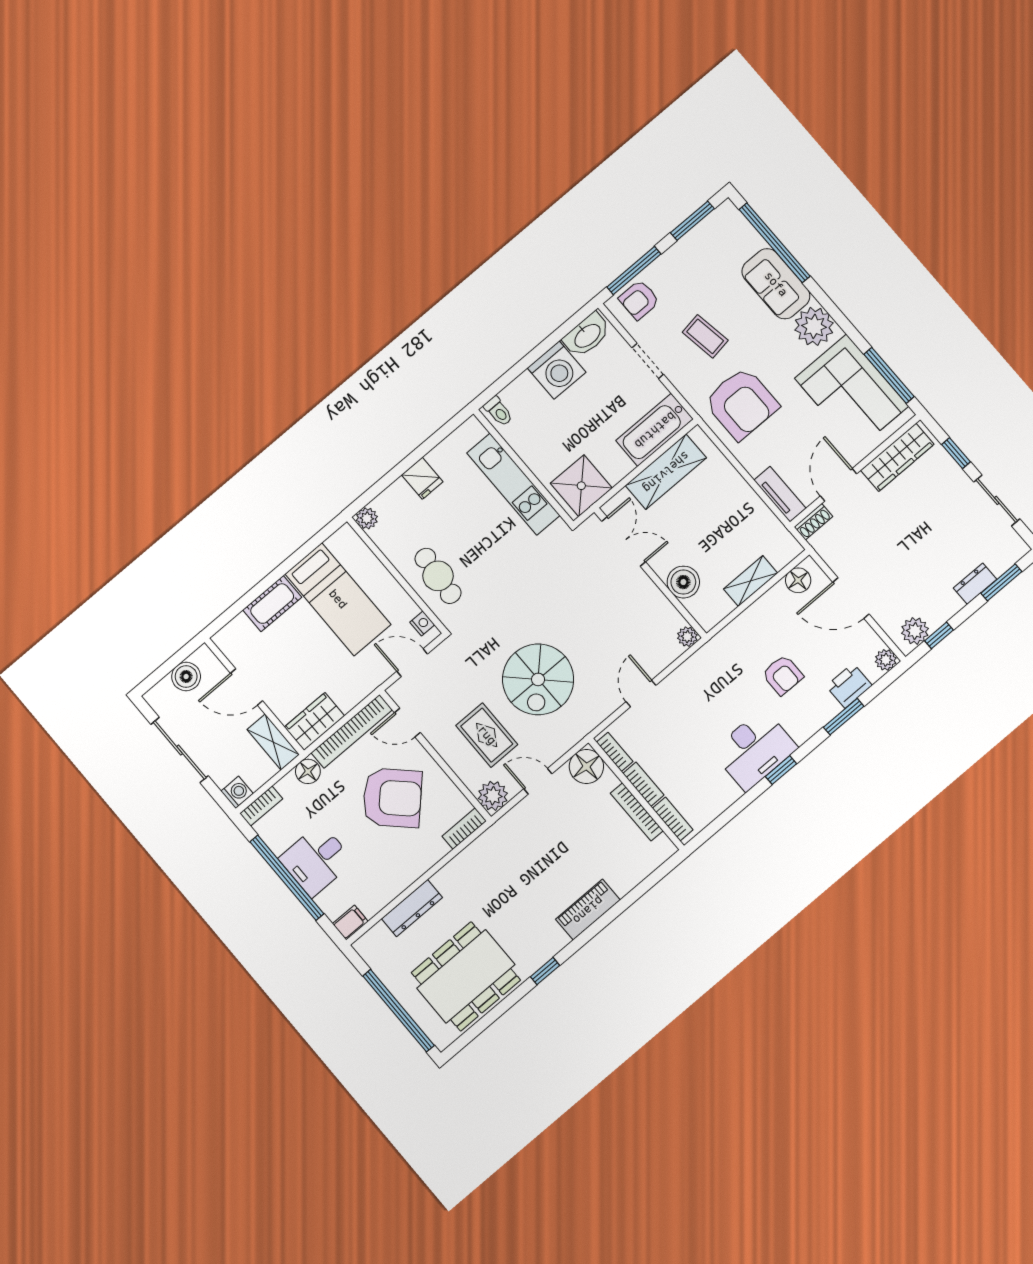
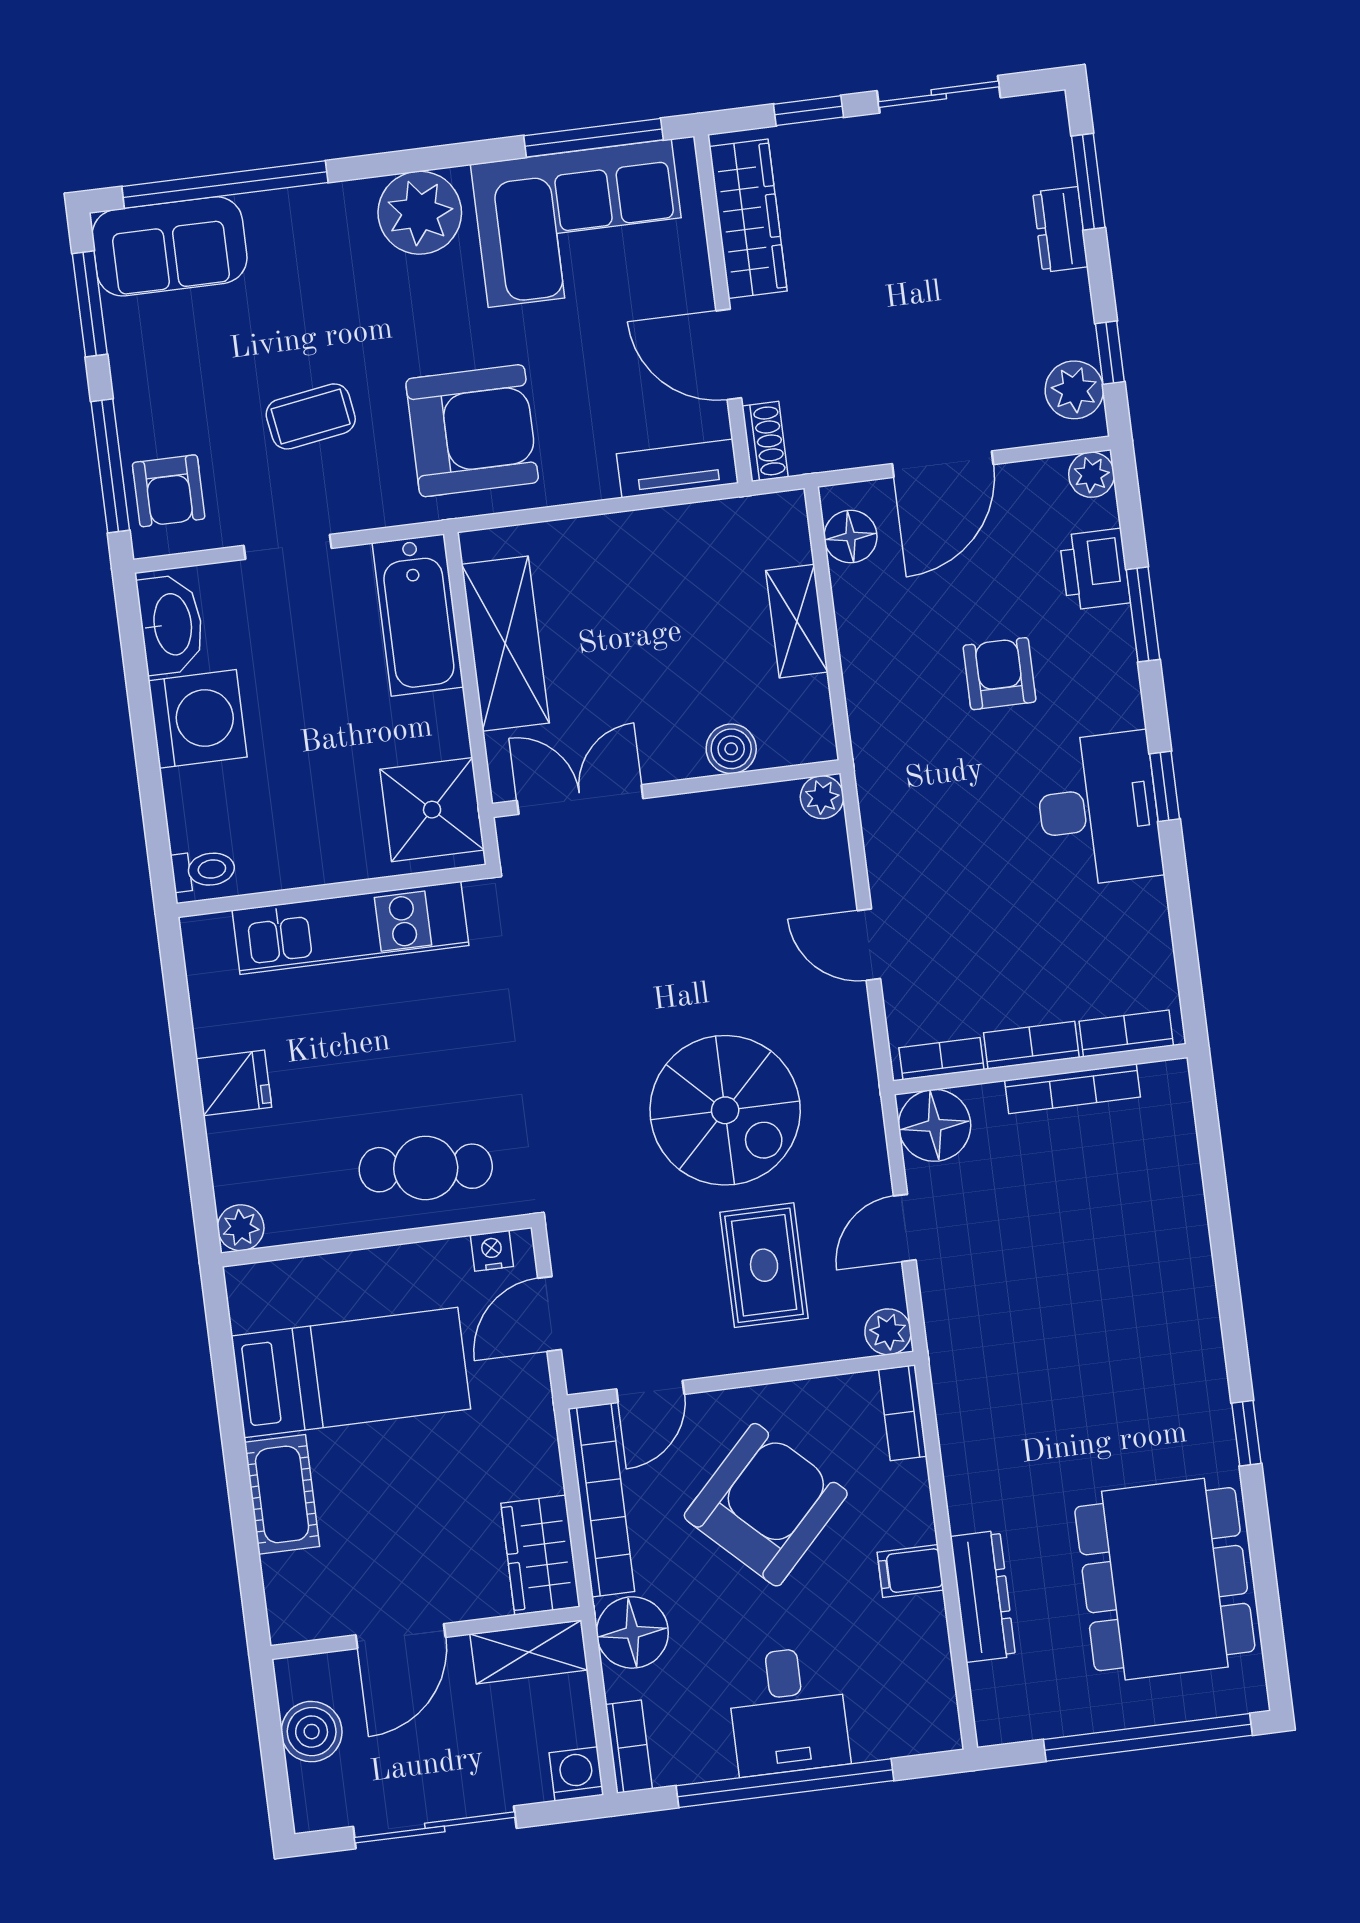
sofa: (776, 284) -> (170, 246), moved
boiler: (683, 582) -> (731, 749), width x0.73, depth x0.73
armchair: (783, 675) -> (1000, 674), turned -90
rug: (487, 735) -> (764, 1265), turned 90
floor lamp: (308, 771) -> (632, 1632), width x1.38, depth x1.38
plant: (493, 796) -> (888, 1332), width x0.73, depth x0.73
piano: (588, 910) -> (1188, 1287), removed
filing cabinet: (350, 923) -> (911, 1571), moved, turned -90

